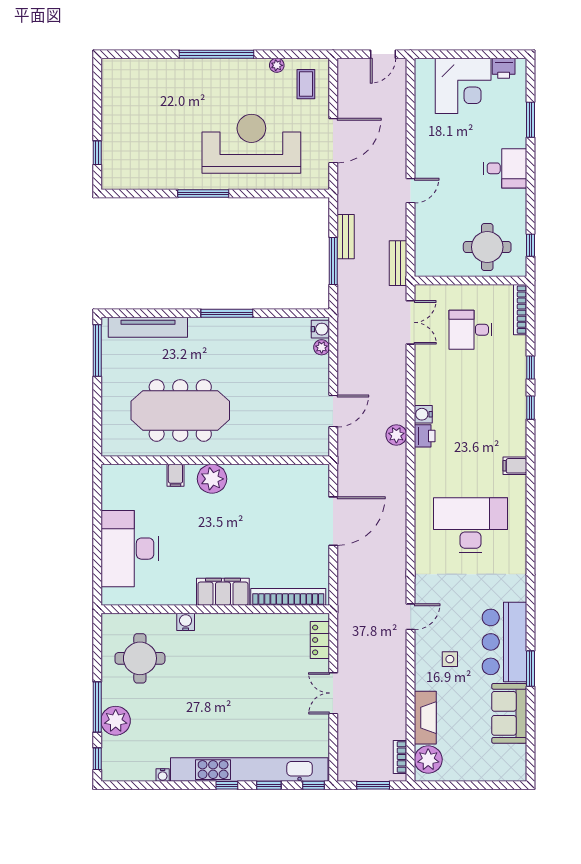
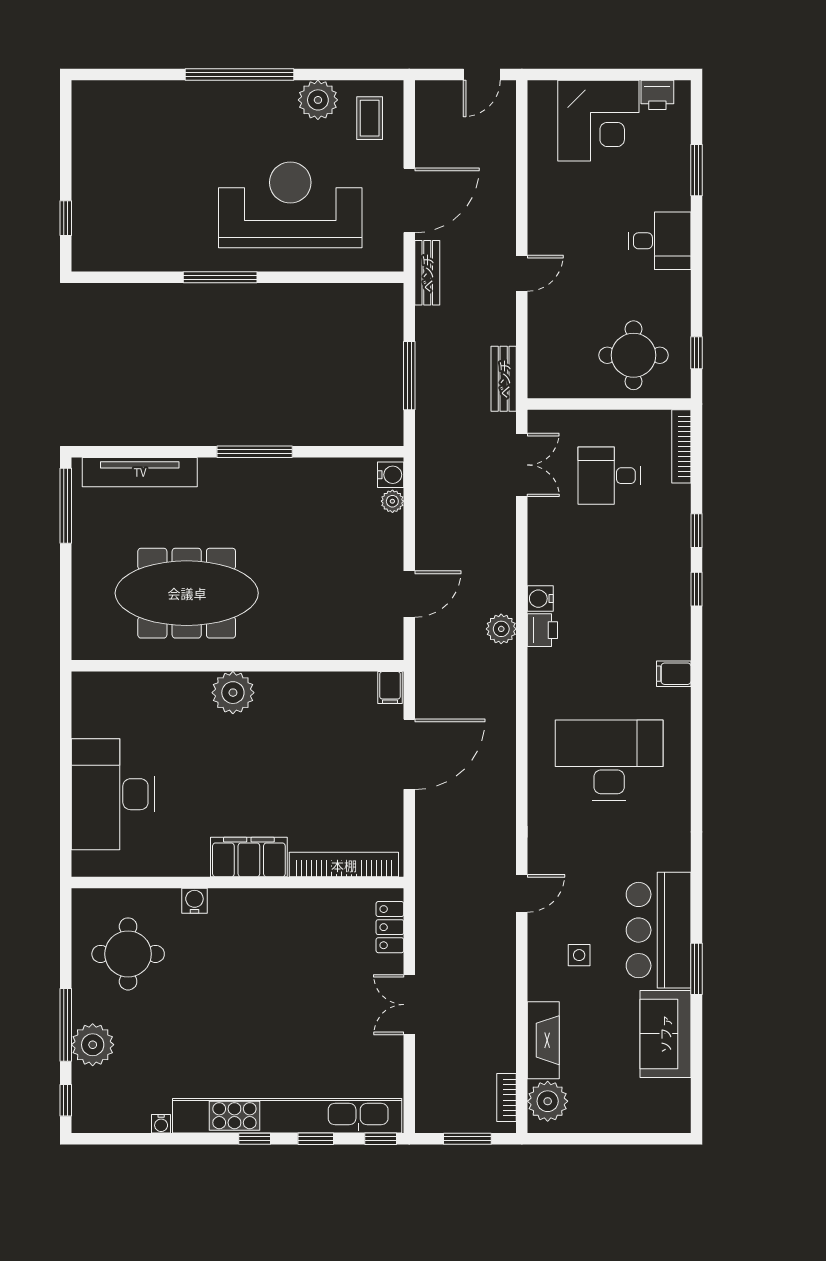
plant: (277, 65) -> (318, 100), width x1.87, depth x1.87
bench: (346, 237) -> (427, 273), moved
filing cabinet: (175, 475) -> (390, 688), moved

